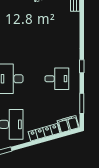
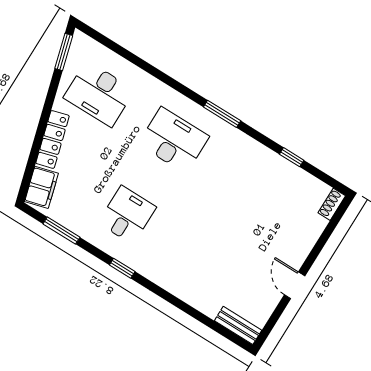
desk: (57, 79) -> (127, 215), turned 180

